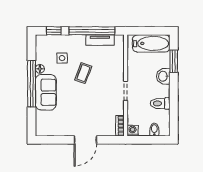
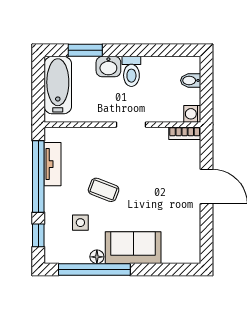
window: (32, 84) -> (94, 270), moved
toilet: (160, 103) -> (131, 71), moved

